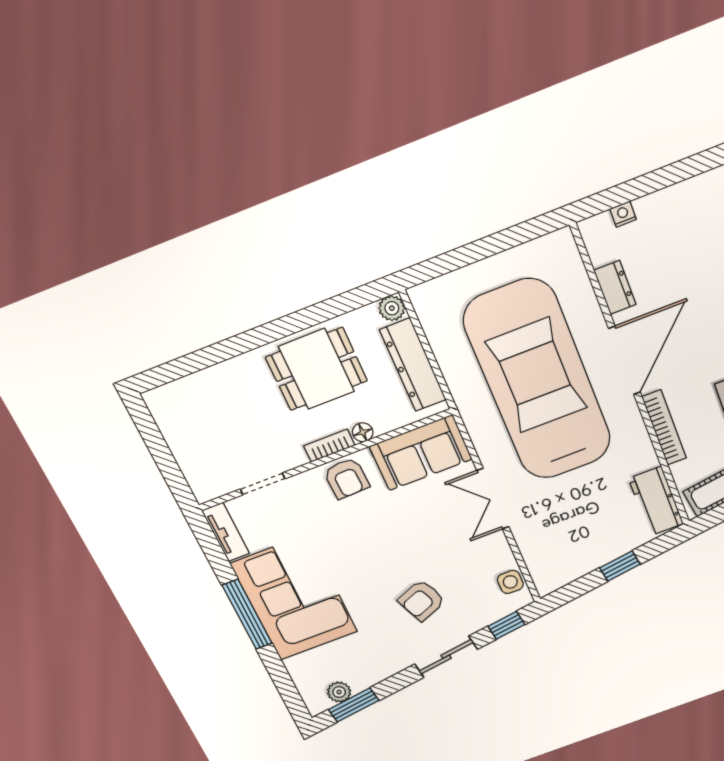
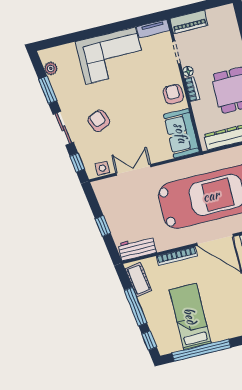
floor lamp: (363, 432) -> (188, 71), moved
piano: (197, 470) -> (189, 22), added
armchair: (347, 478) -> (173, 94), turned 92
double door: (493, 499) -> (134, 170), moved
window: (247, 614) -> (105, 30), removed
window: (354, 705) -> (48, 90), moved

